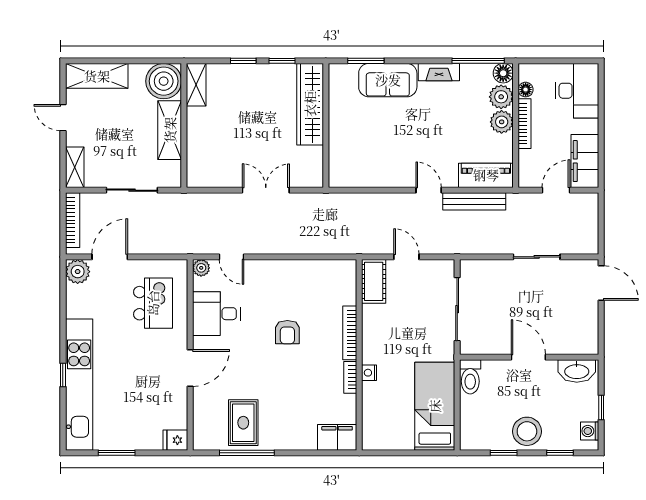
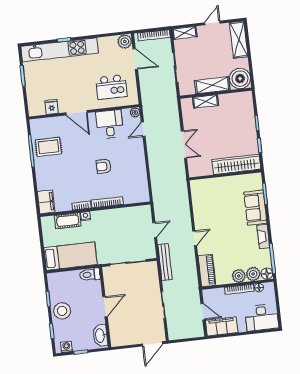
shelving: (196, 85) -> (206, 101), moved
bench: (474, 201) -> (165, 262), moved
cot: (374, 281) -> (68, 221), moved
fridge: (175, 440) -> (52, 107), moved

